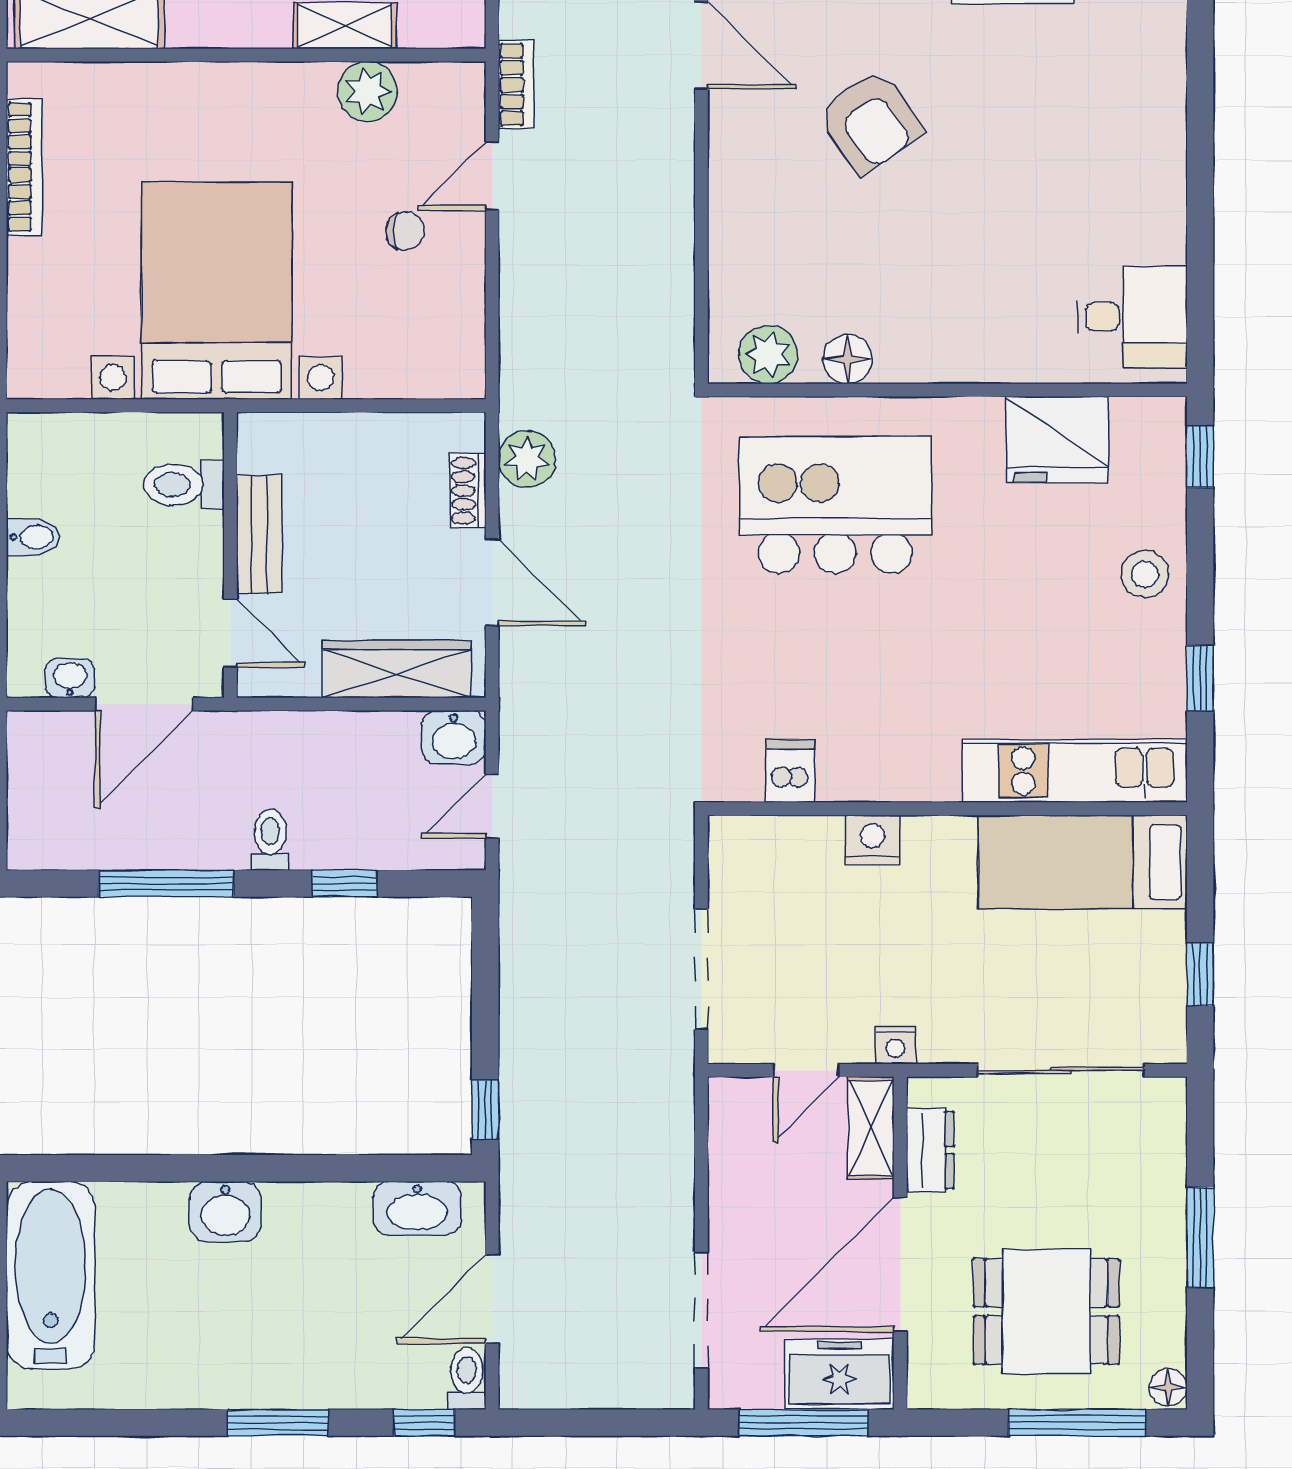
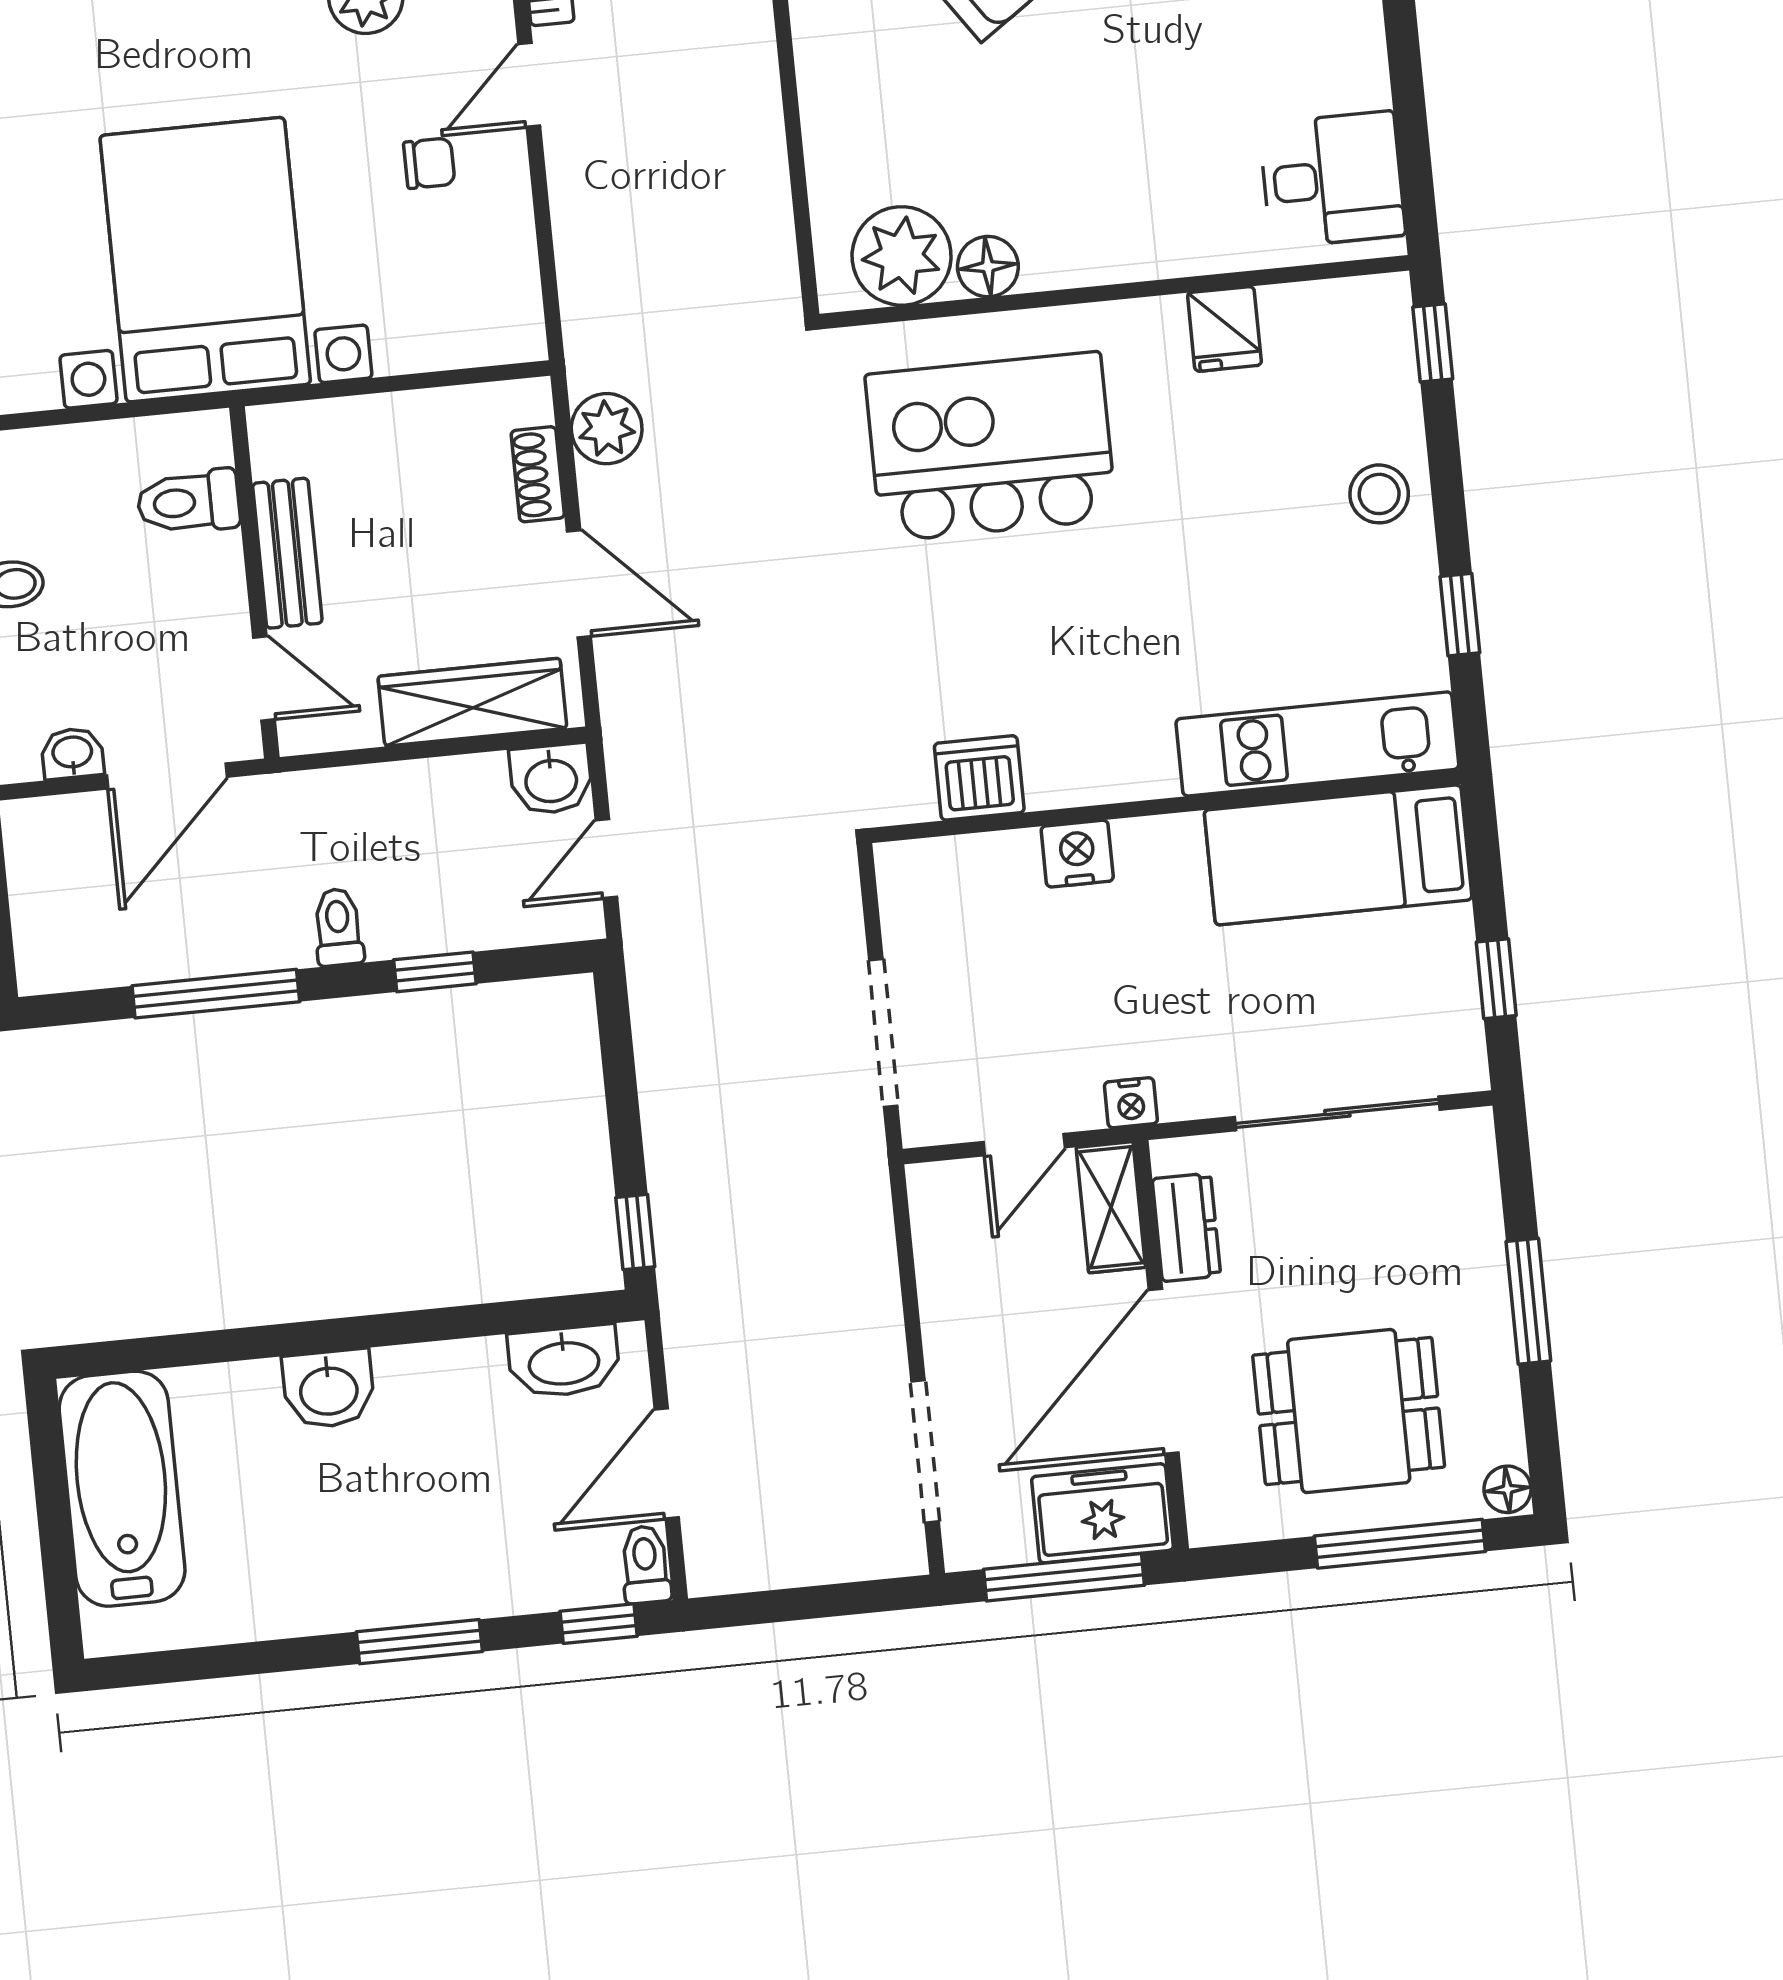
plant: (768, 354) -> (902, 256), width x1.36, depth x1.36
fridge: (1057, 440) -> (1224, 329), width x0.53, depth x0.75
dishwasher: (790, 771) -> (979, 778), width x1.38

